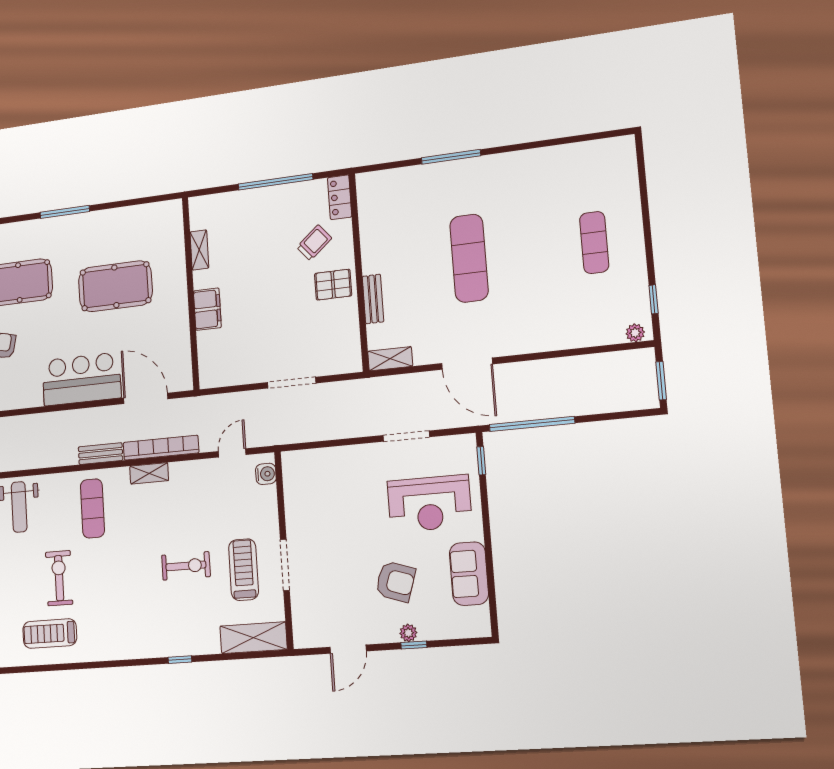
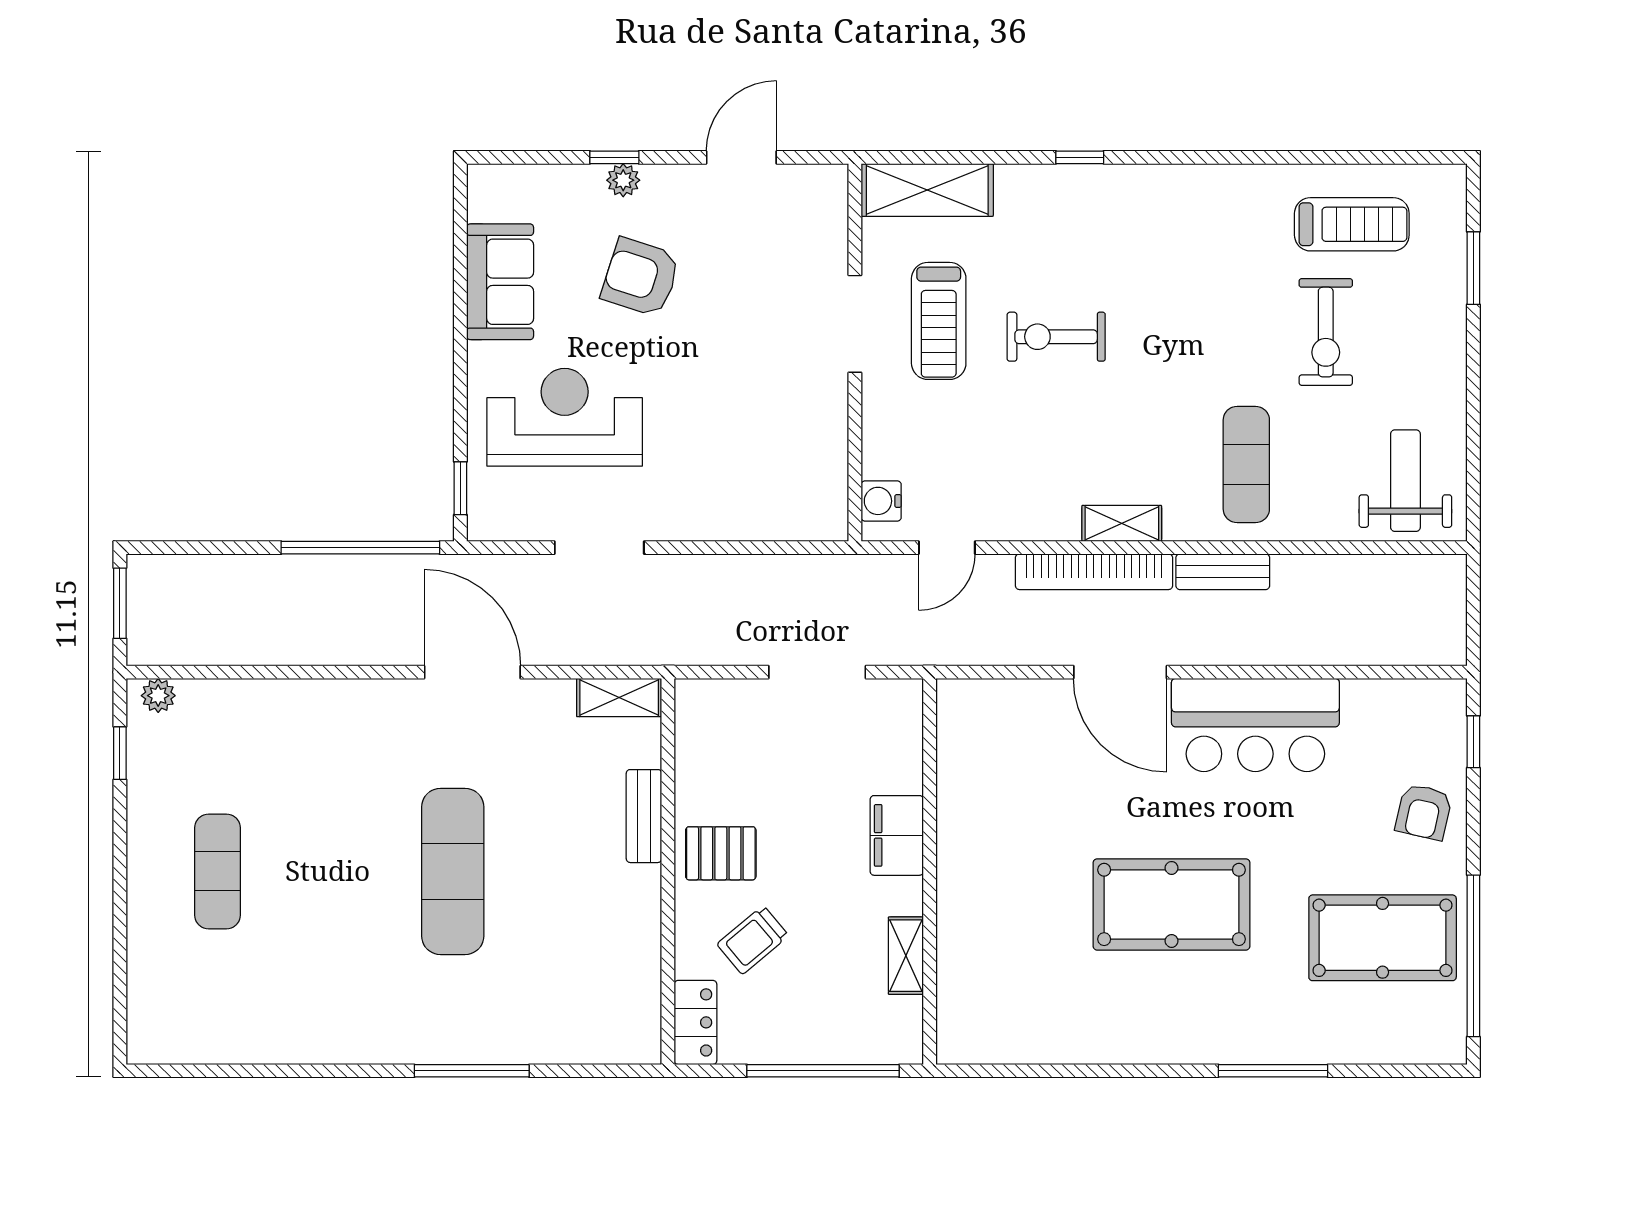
shelving: (199, 250) -> (906, 956), moved
wall: (191, 293) -> (930, 871), moved
filing cabinet: (207, 309) -> (897, 835), moved

